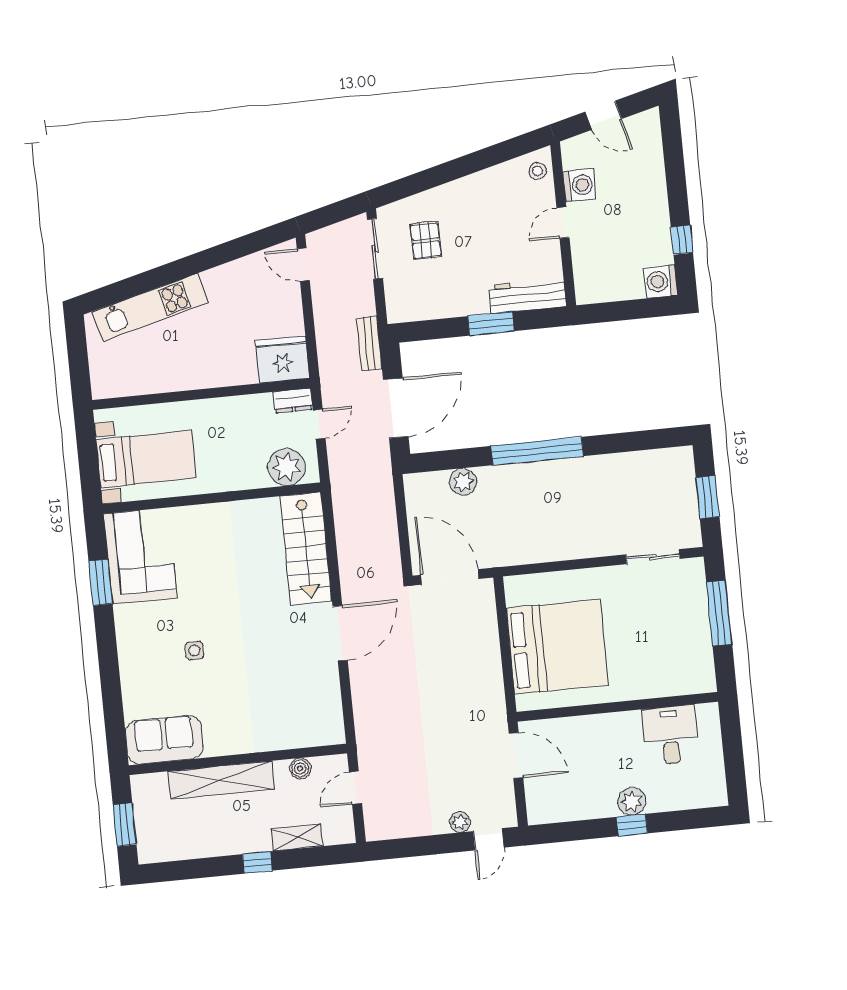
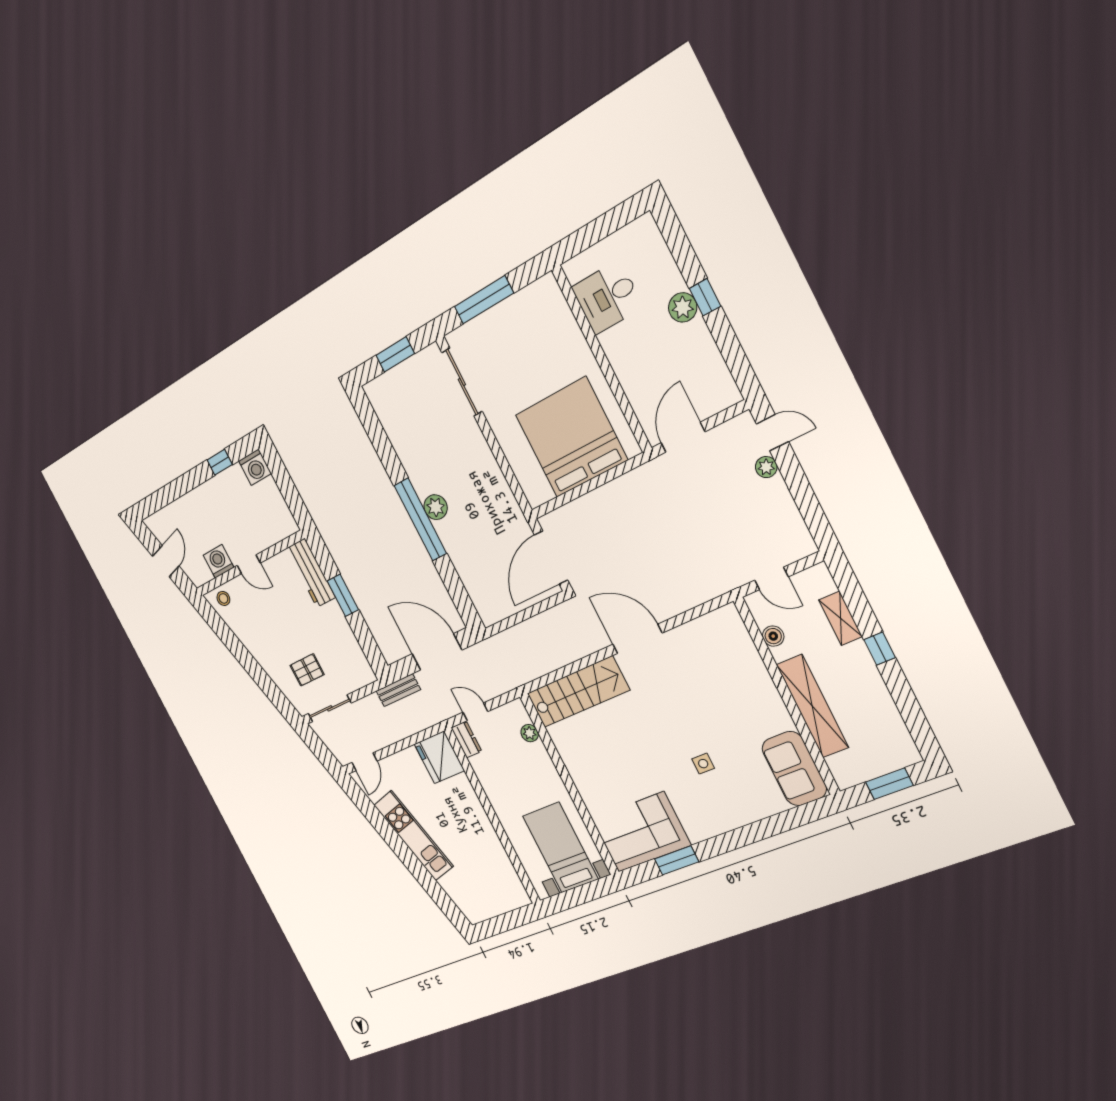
kitchen unit: (150, 307) -> (413, 836), moved
plant: (286, 467) -> (530, 733), width x0.53, depth x0.53
plant: (463, 482) -> (436, 507), moved
sliding door: (653, 557) -> (462, 382), width x1.37

